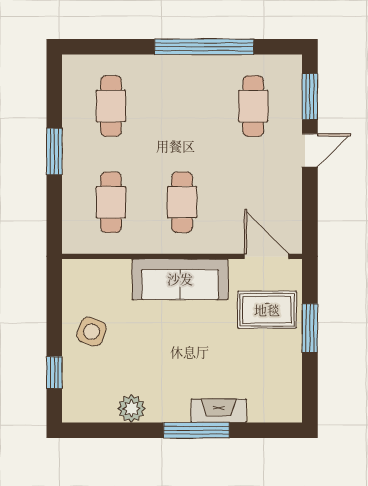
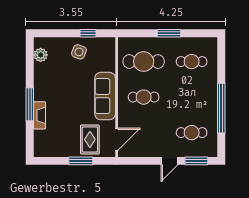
door: (310, 150) -> (169, 161), hinge flipped
cafe table: (111, 202) -> (144, 62), width x1.37, depth x1.35
window: (54, 373) -> (88, 33), moved
plant: (131, 409) -> (41, 55), moved

